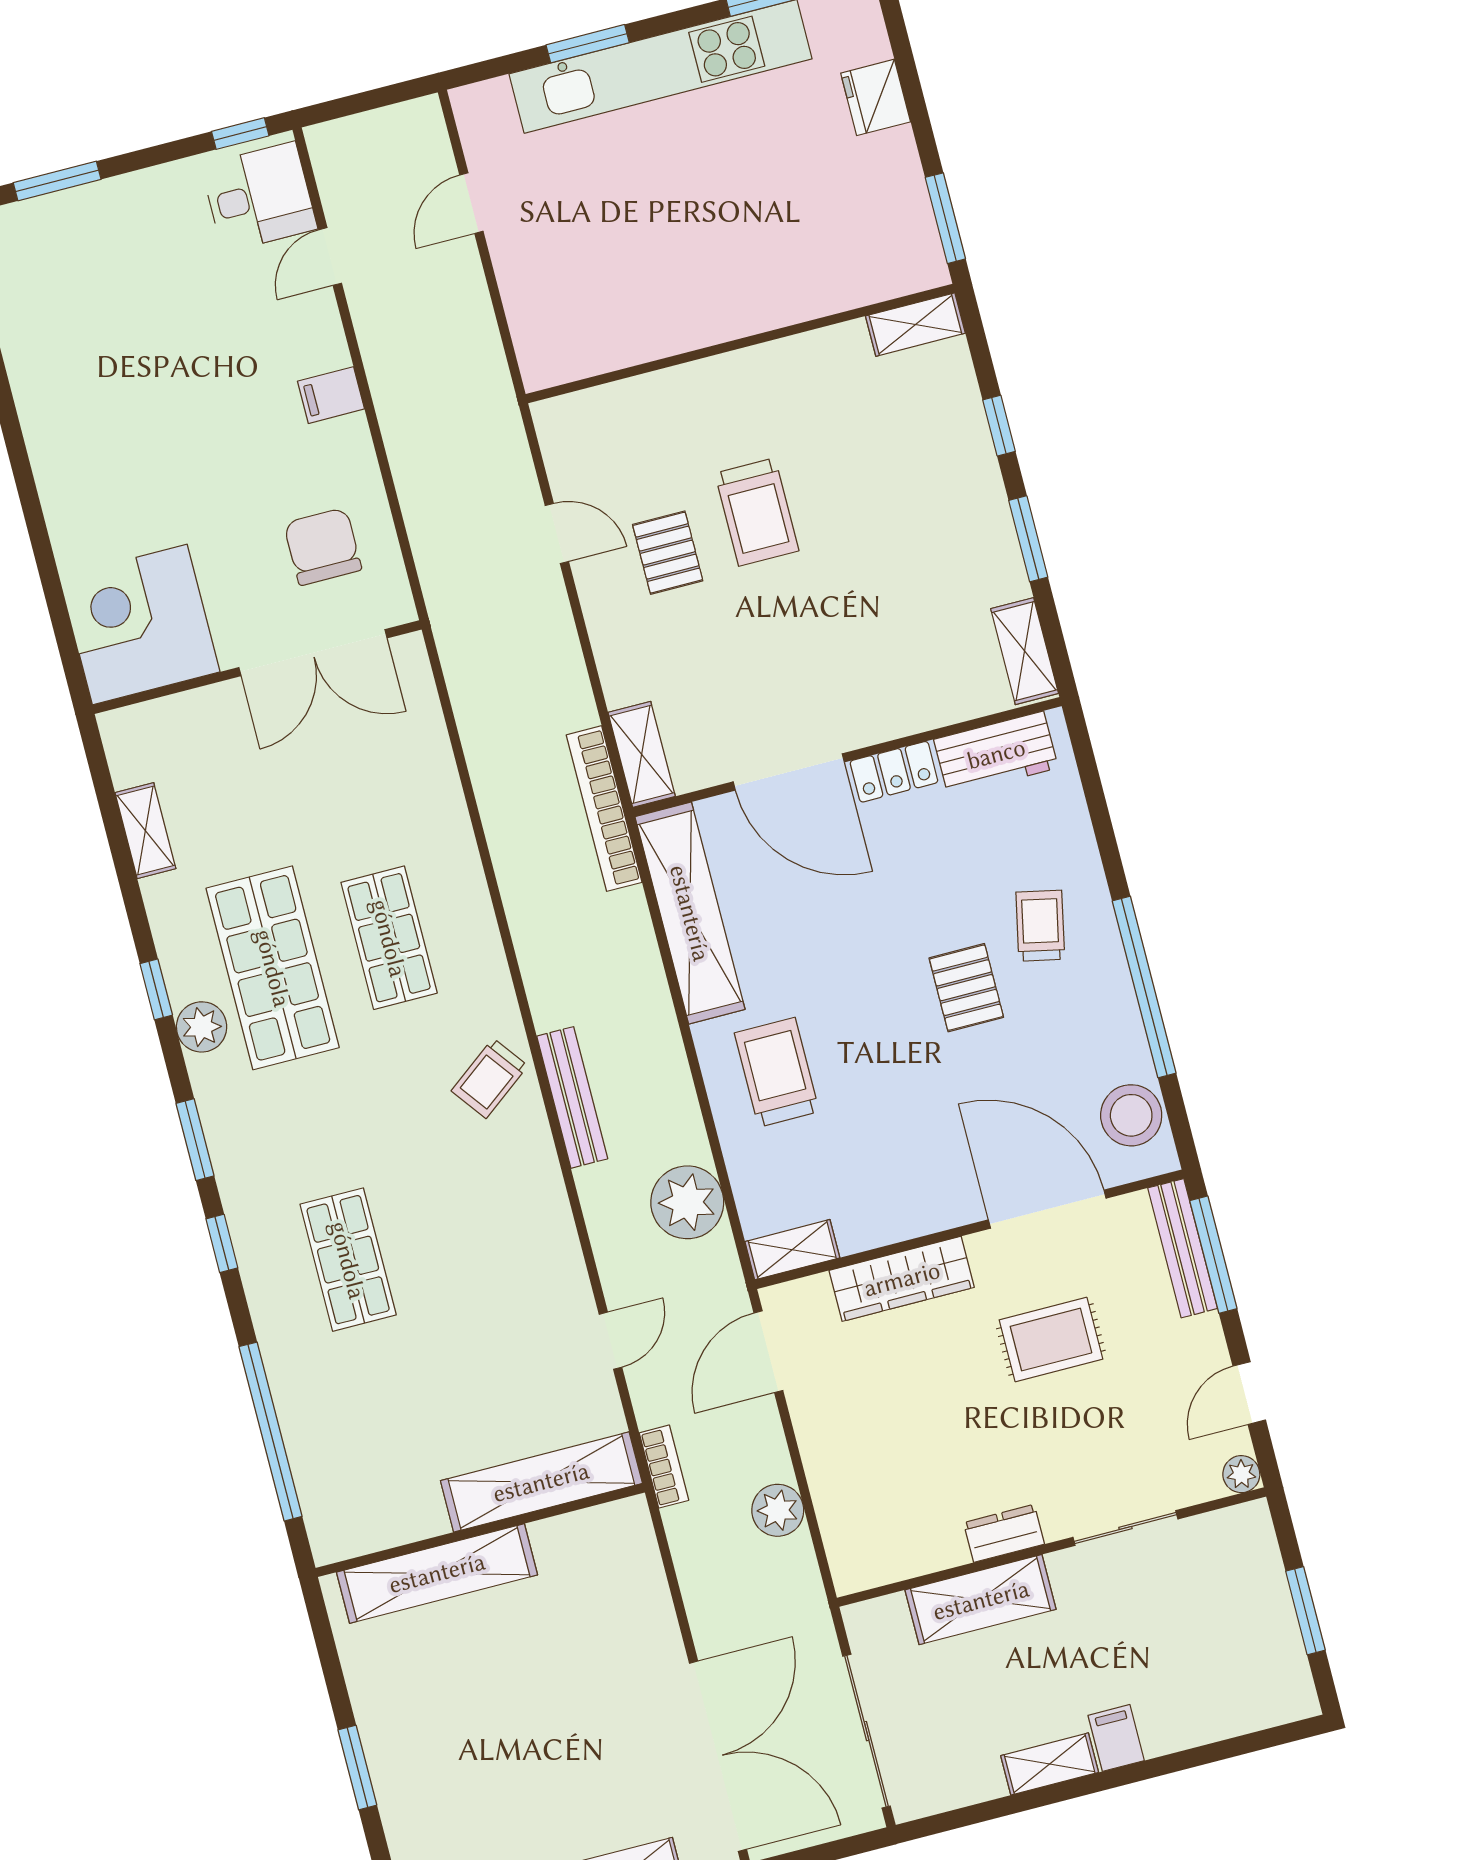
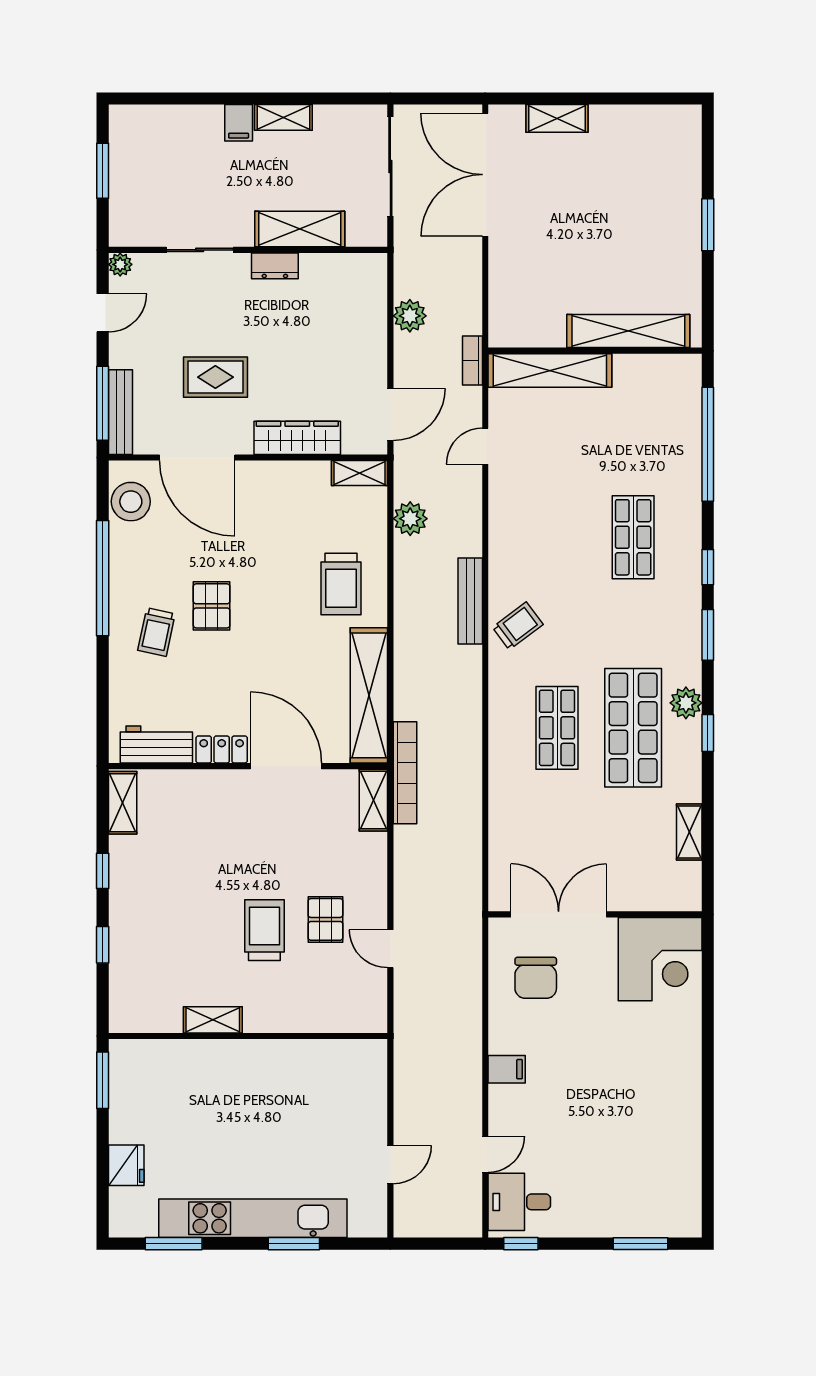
shelving: (915, 325) -> (213, 1020), moved
window: (1028, 539) -> (103, 871), width x0.67
plant: (687, 1202) -> (410, 519), width x0.73, depth x0.73

